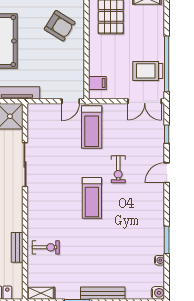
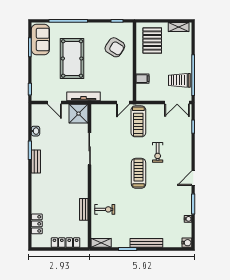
filing cabinet: (97, 83) -> (143, 79), moved
door: (167, 173) -> (193, 178), moved
treadmill: (92, 198) -> (139, 173), turned 180

